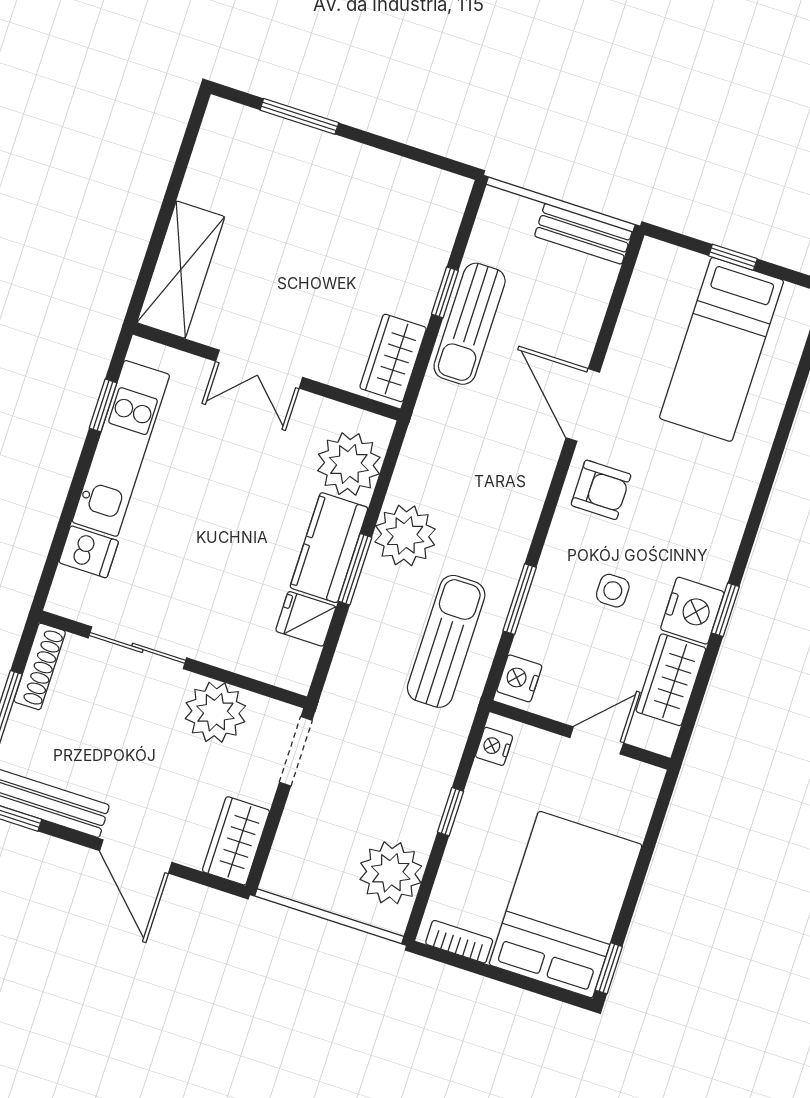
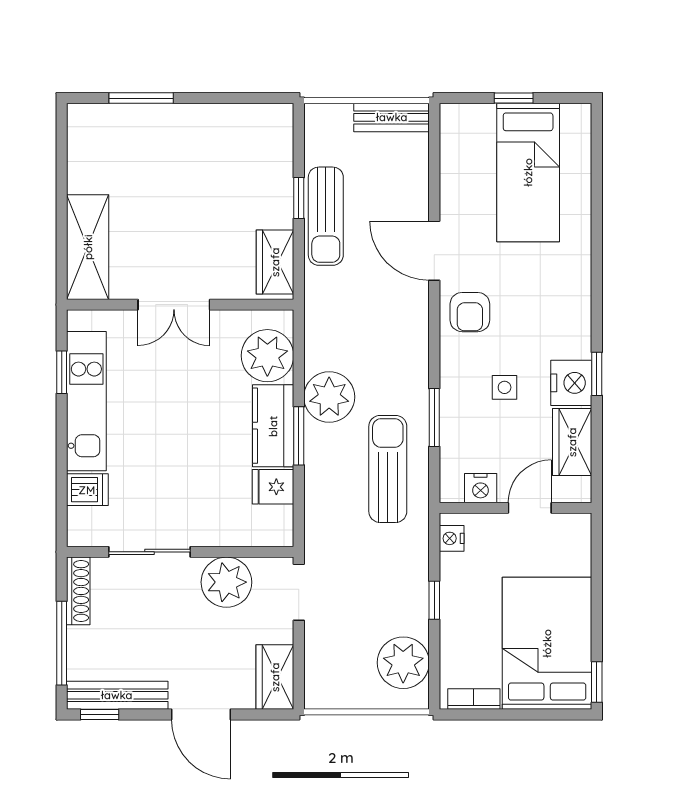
armchair: (601, 490) -> (470, 312), turned 90
nightstand: (519, 678) -> (481, 488), moved, turned -90

